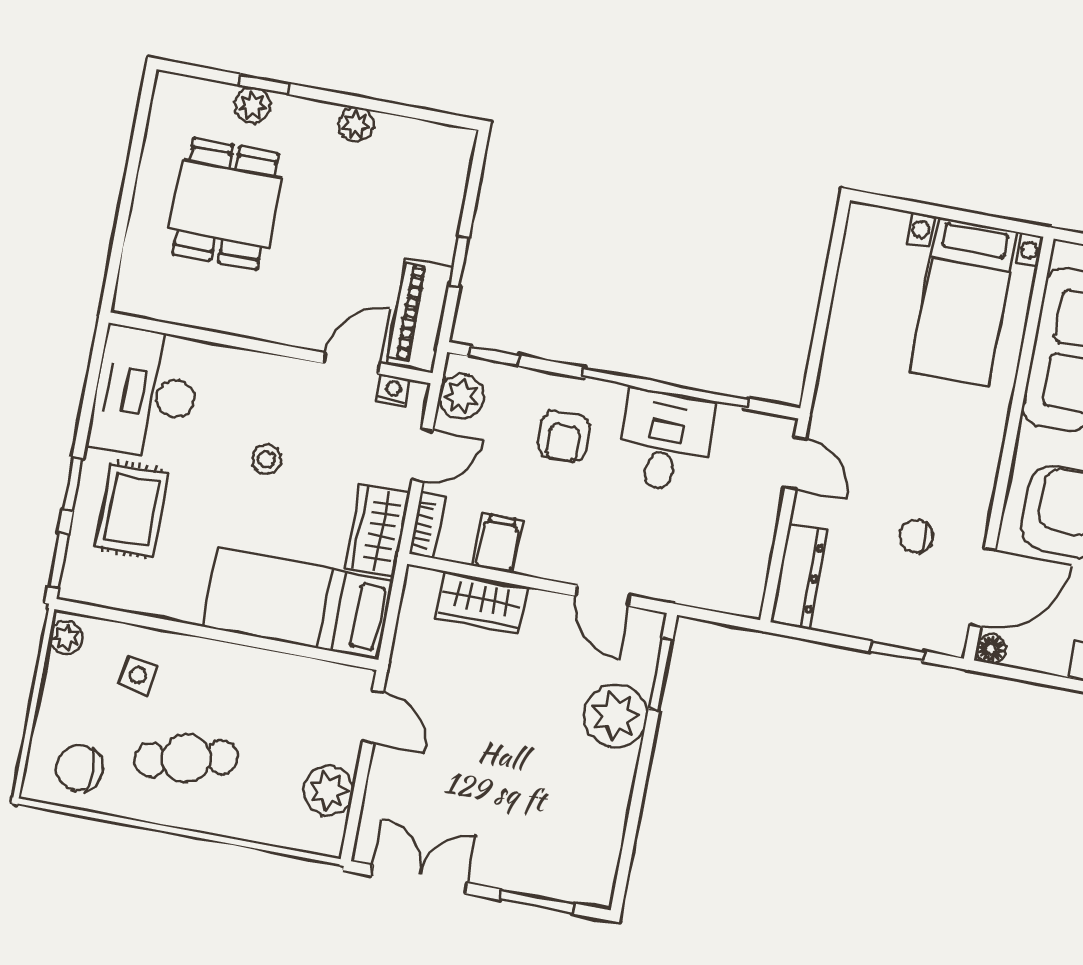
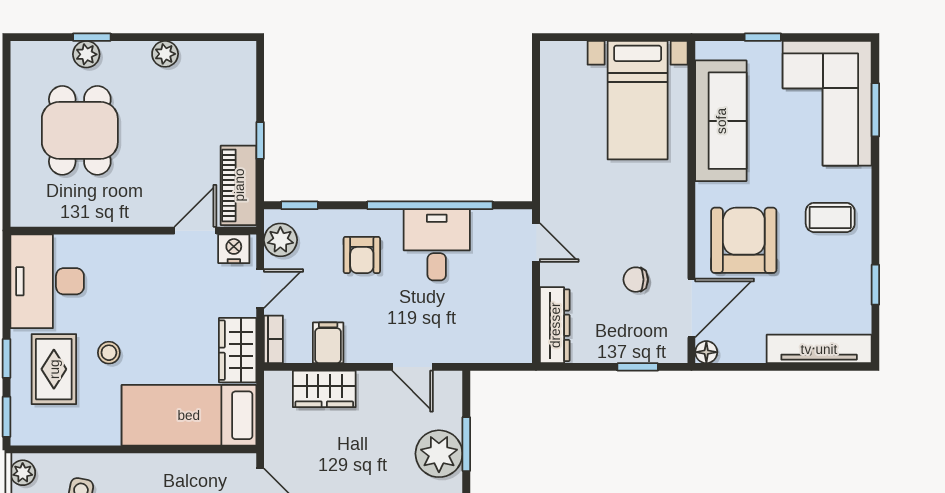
nightstand: (393, 391) -> (234, 249), width x1.39, depth x1.35
stool: (267, 459) -> (109, 353), moved
window: (661, 674) -> (466, 444), moved

